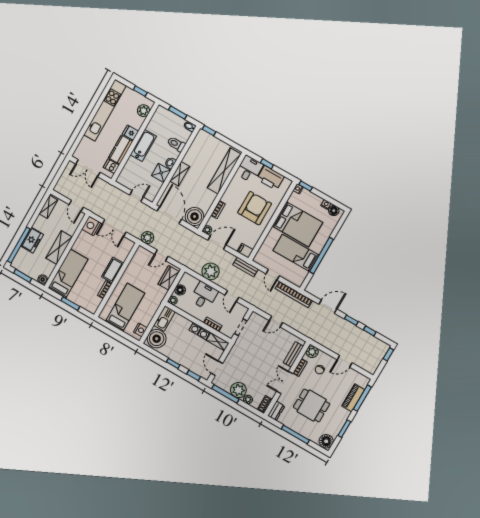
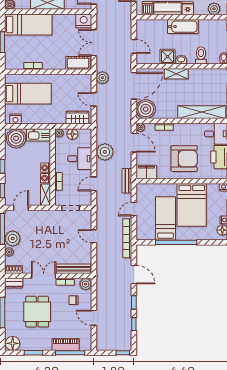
filing cabinet: (245, 251) -> (146, 172), width x2.00
cot: (113, 270) -> (78, 63), moved
bench: (293, 354) -> (73, 269), width x1.36

